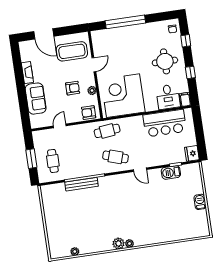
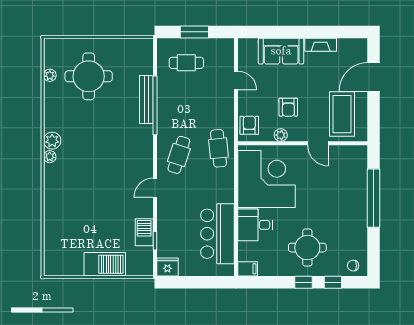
window: (190, 72) -> (303, 282), moved
desk: (168, 97) -> (255, 225), moved
barbecue: (200, 202) -> (105, 264), width x1.88, depth x1.53
round table: (72, 225) -> (89, 76), added

